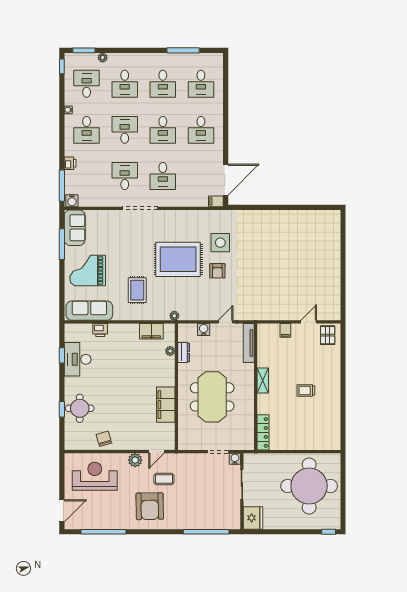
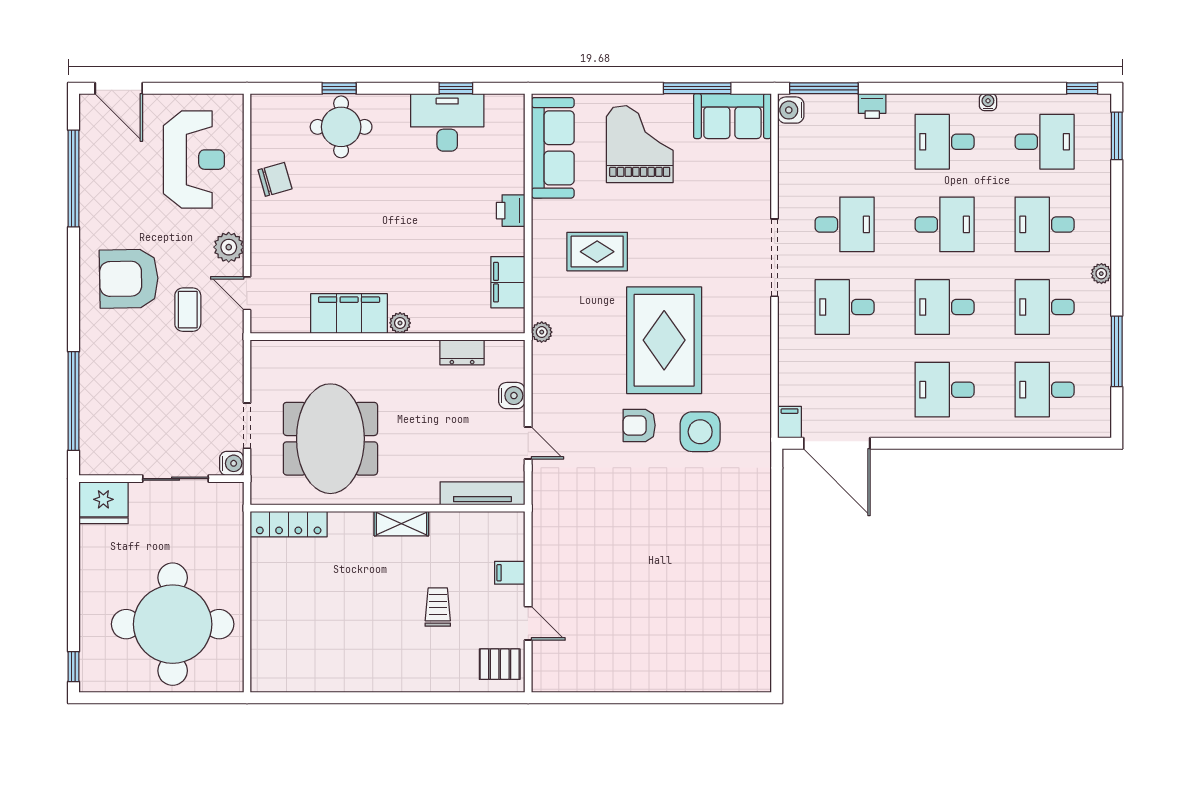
plant: (103, 58) -> (1101, 274), moved
printer: (100, 330) -> (511, 211), moved
plant: (170, 351) -> (400, 323), moved
trolley: (306, 390) -> (438, 607), moved
meeting table: (212, 397) -> (330, 439), moved, turned 90

